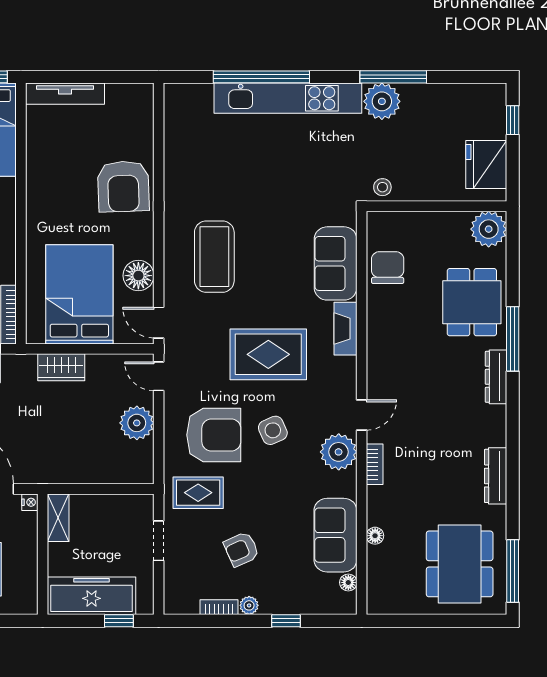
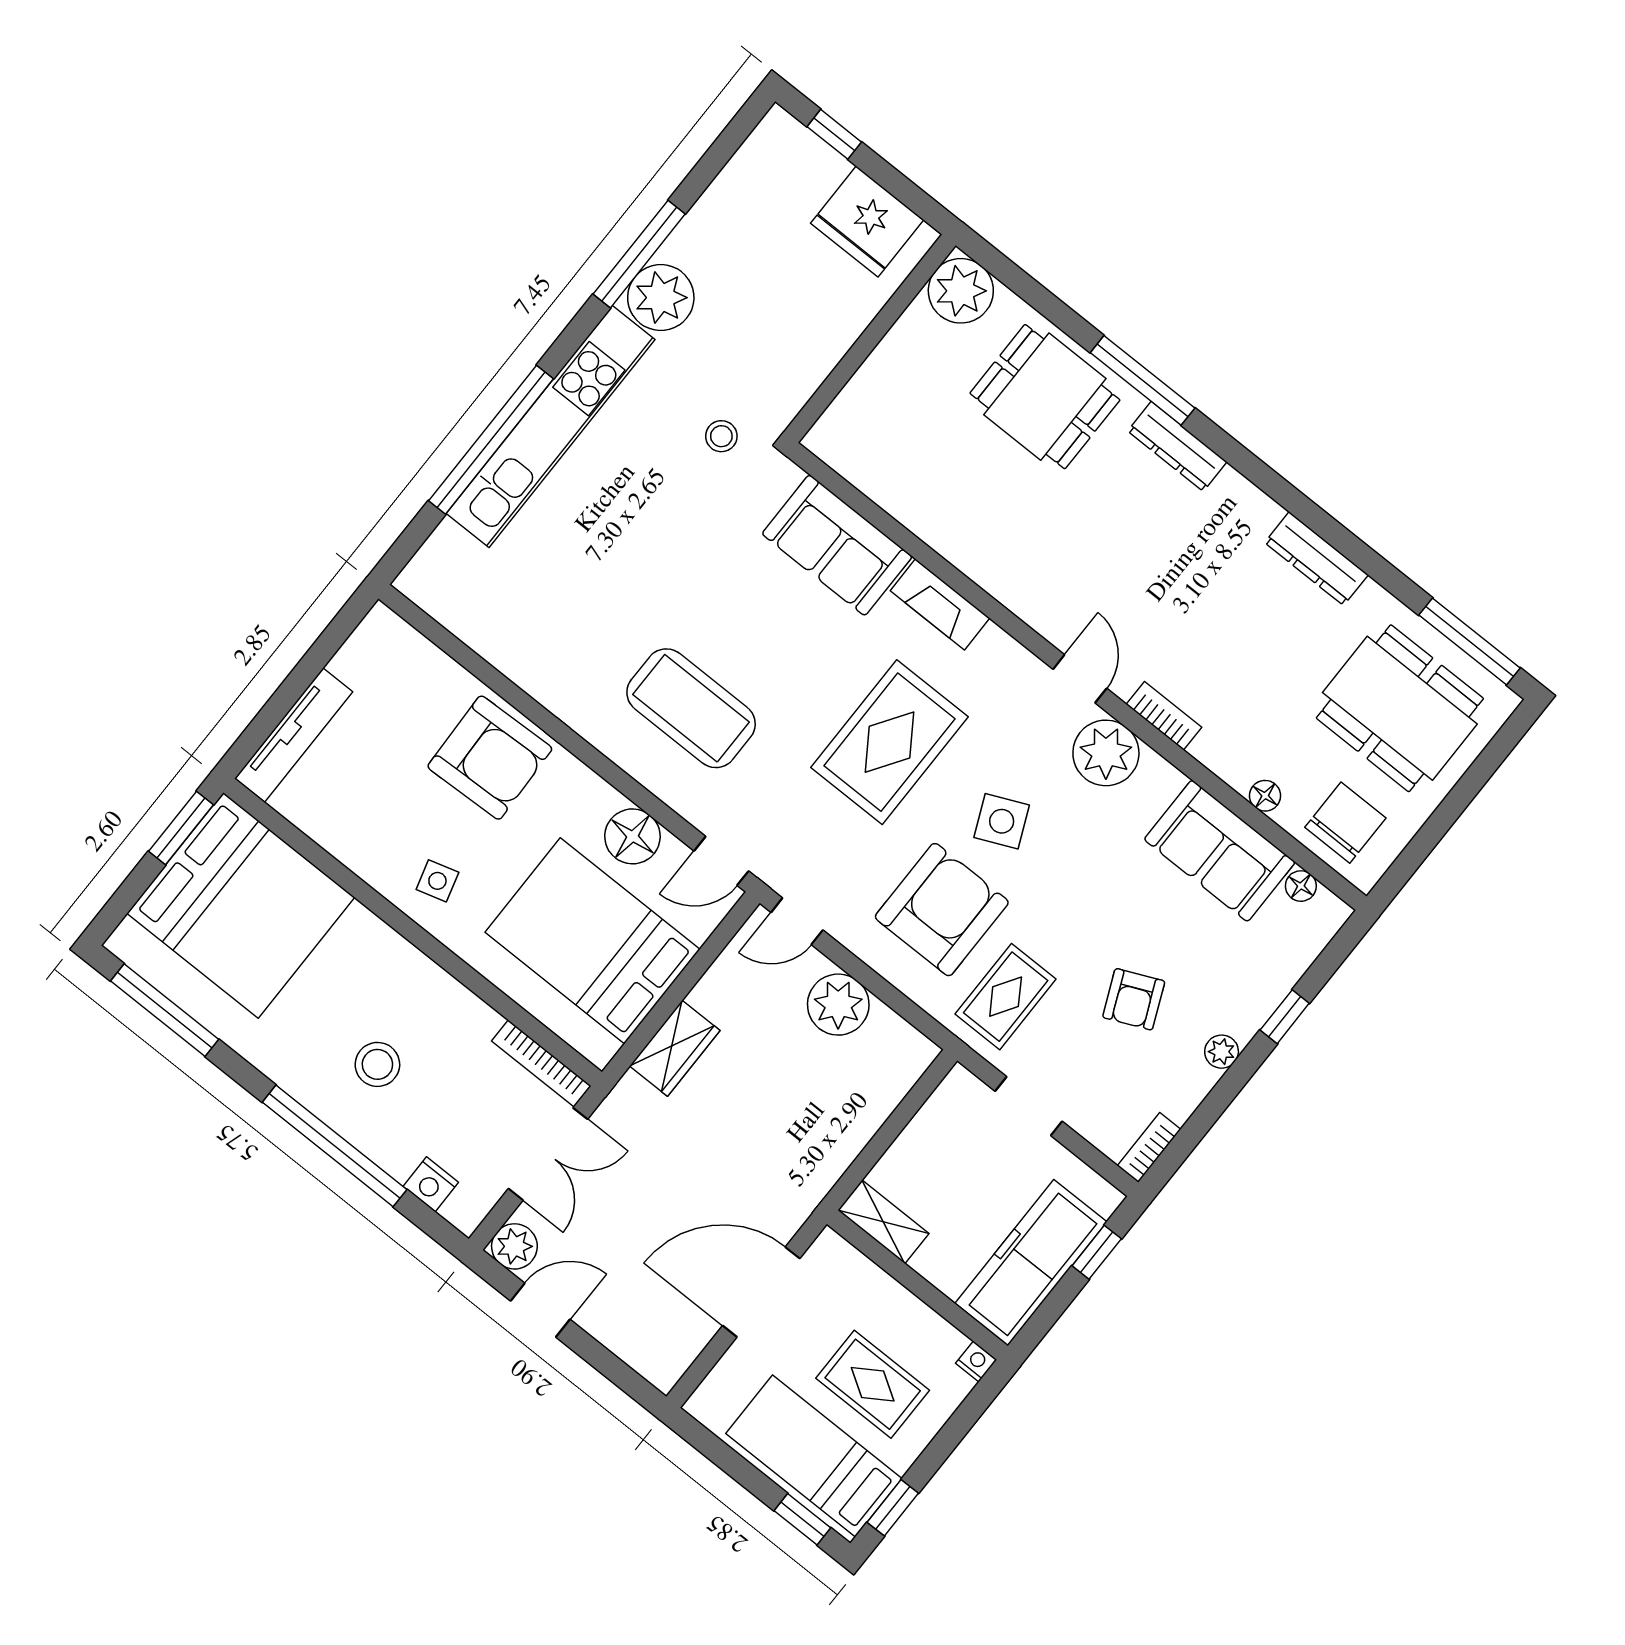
stool: (382, 187) -> (721, 436), moved
side table: (52, 206) -> (437, 881), added
chair: (388, 268) -> (1345, 823), moved, turned 90
nightstand: (30, 502) -> (976, 1361), moved
bookcase: (219, 607) -> (1149, 1148), moved

